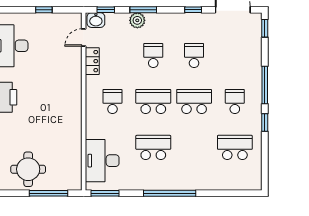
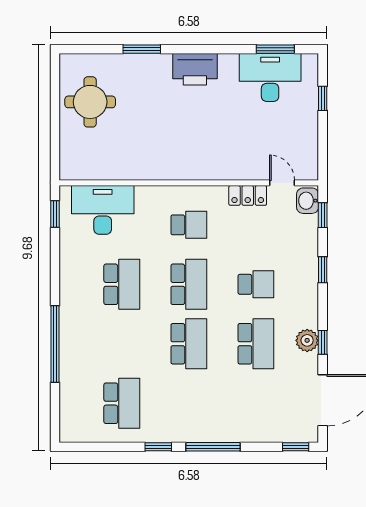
window: (44, 10) -> (323, 98), moved
window: (143, 10) -> (323, 270), width x0.67
plant: (137, 20) -> (307, 340), moved
school desk: (194, 55) -> (256, 344), width x1.85
school desk: (235, 101) -> (189, 403), removed
window: (49, 193) -> (55, 132), removed
window: (105, 193) -> (55, 214), width x0.67
window: (170, 193) -> (55, 344), moved

